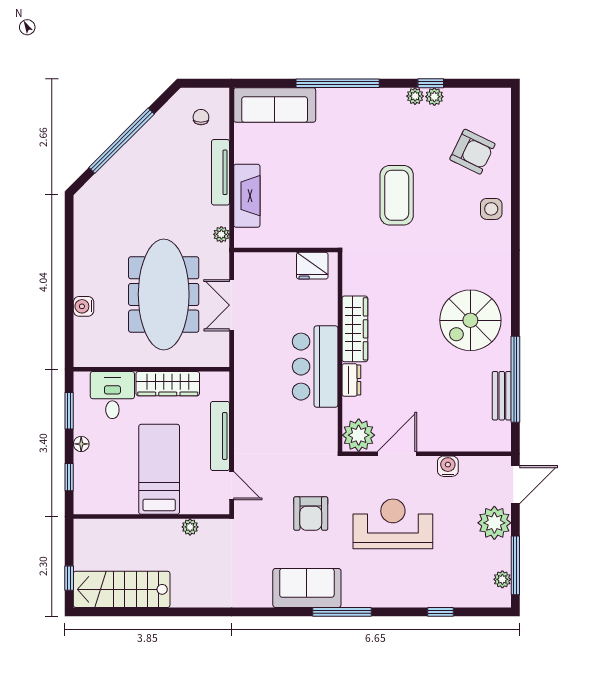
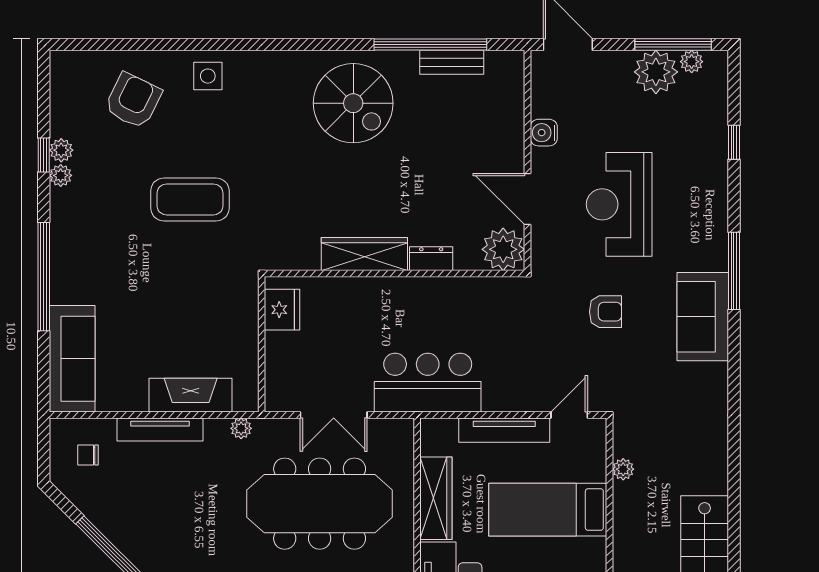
bar counter: (315, 367) -> (428, 383), moved, turned 180
armchair: (311, 513) -> (606, 312), width x0.72, depth x0.72
plant: (494, 523) -> (656, 72), moved

